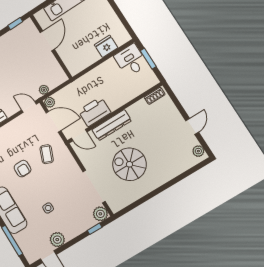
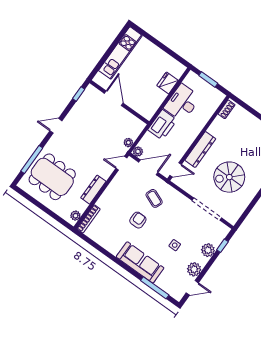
desk: (131, 60) -> (182, 103), moved, width x1.37
printer: (95, 112) -> (162, 125), moved, turned 180
armchair: (23, 169) -> (138, 220), turned -90
plant: (100, 214) -> (208, 250), moved

